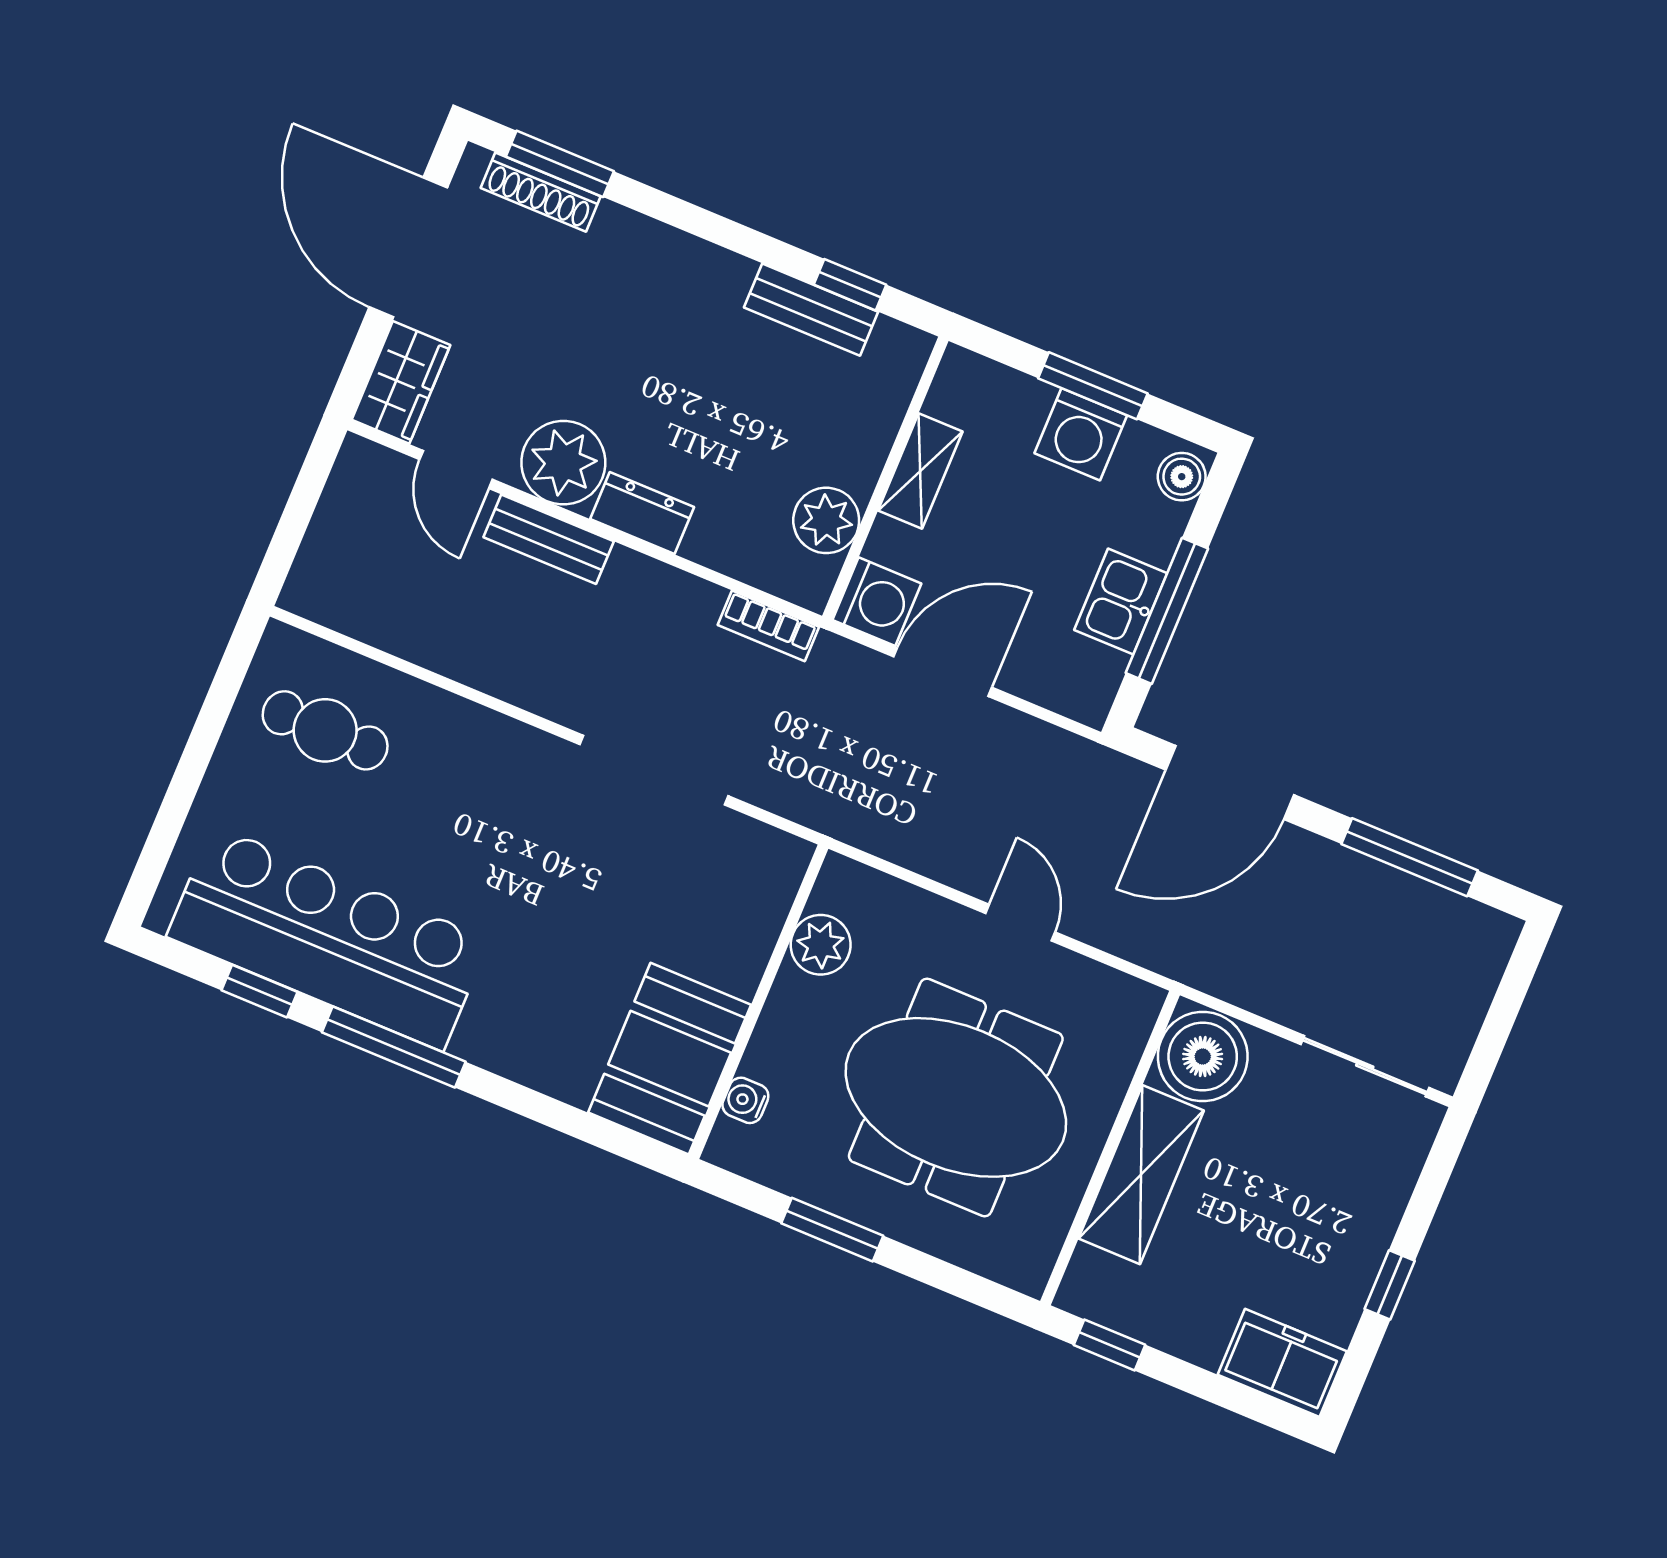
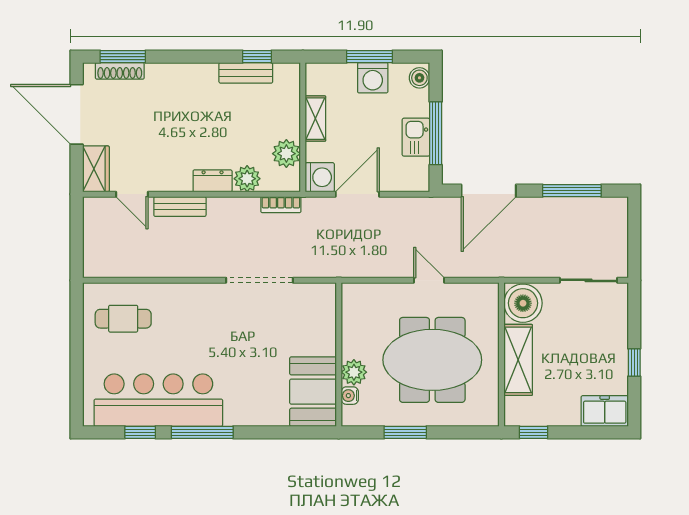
plant: (563, 463) -> (247, 179), moved, width x0.73, depth x0.73
plant: (821, 945) -> (354, 372), moved

